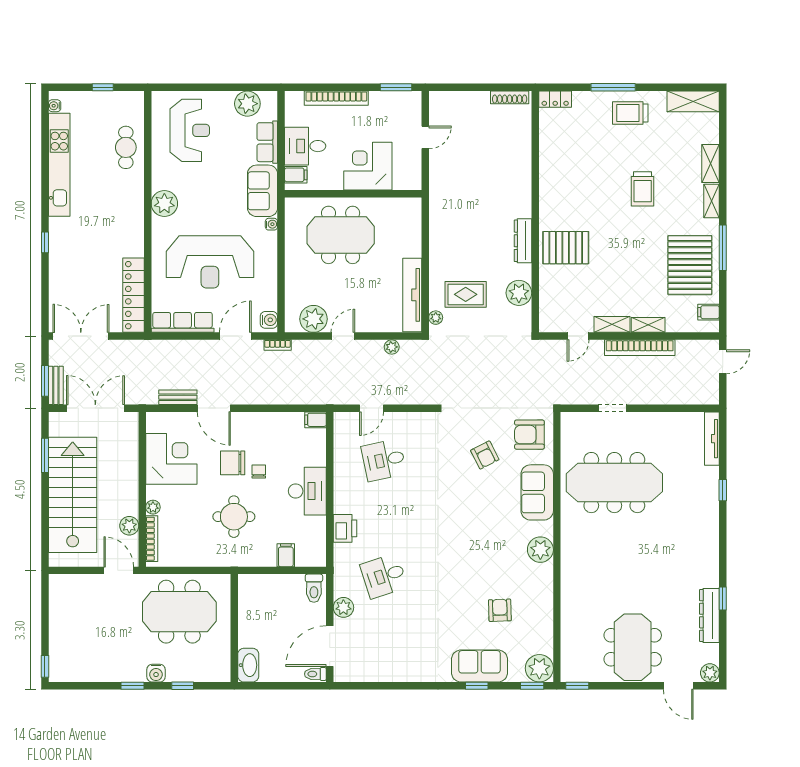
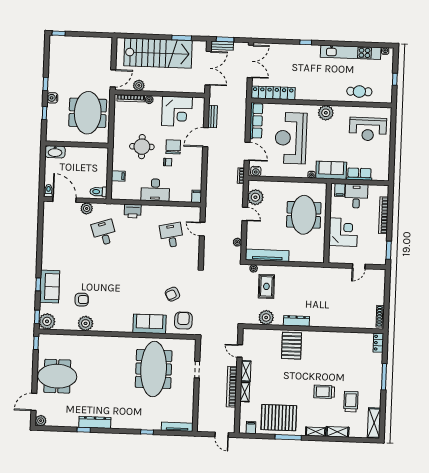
plant: (247, 104) -> (382, 163), removed
trolley: (630, 113) -> (351, 402), moved
door: (425, 137) -> (359, 266), hinge flipped
plant: (540, 550) -> (86, 323), moved
dresser: (709, 616) -> (95, 422), moved

